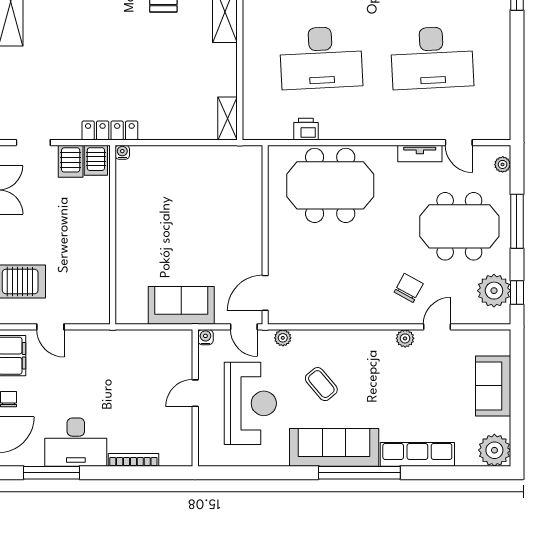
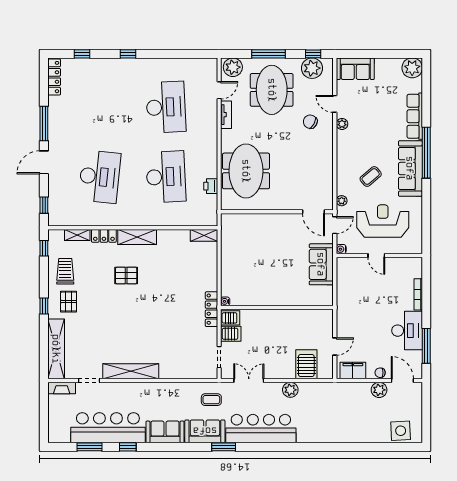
plant: (503, 164) -> (233, 67), width x1.87, depth x1.87
sofa: (493, 386) -> (355, 69), moved

